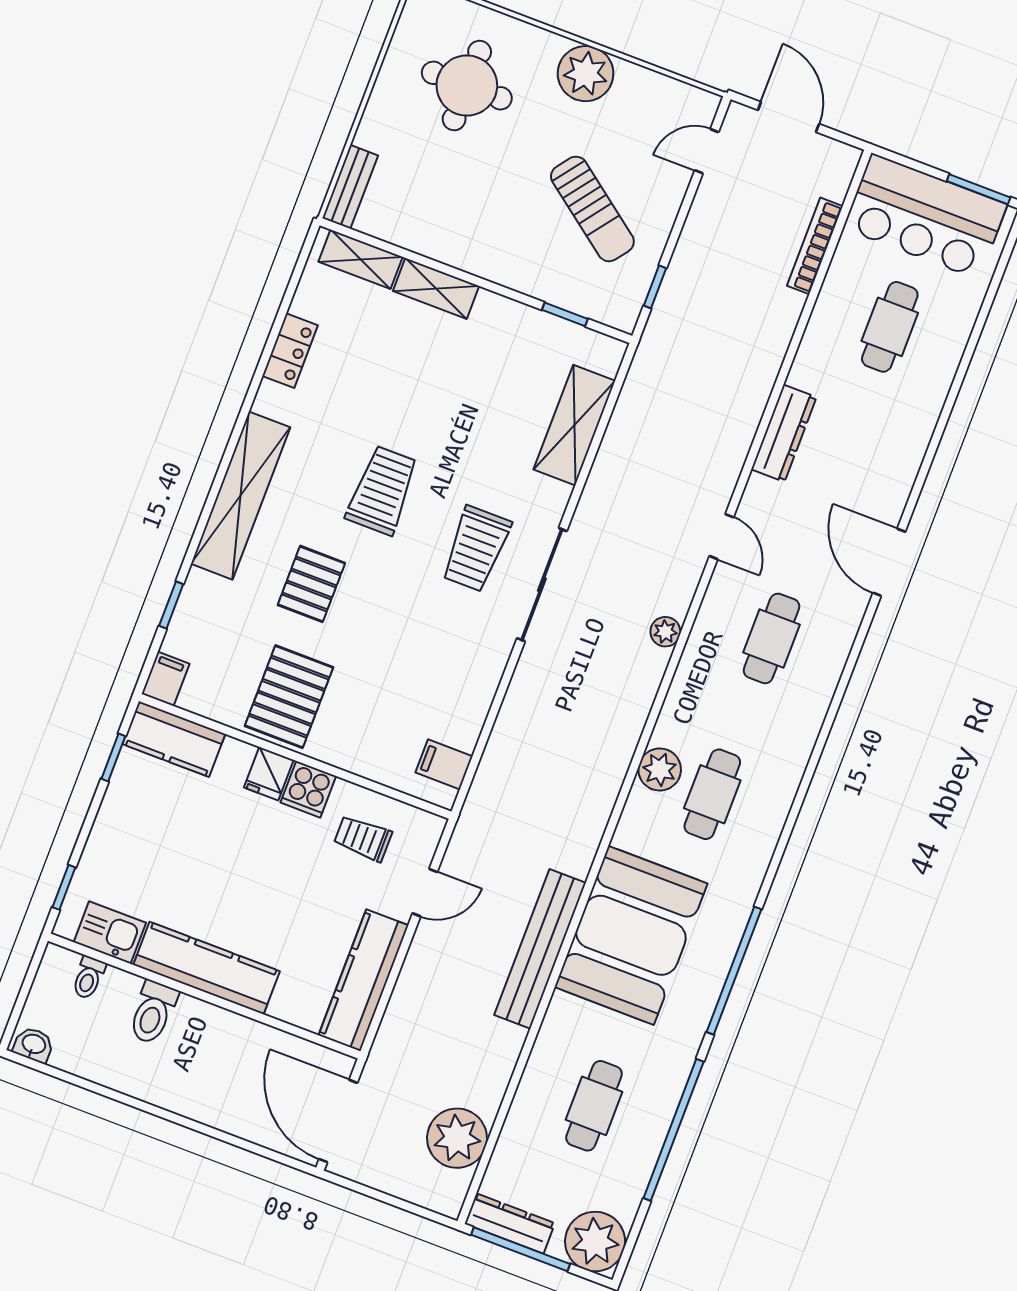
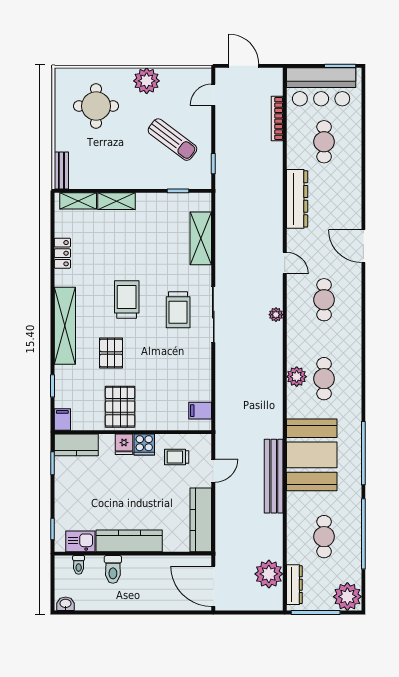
dresser: (784, 433) -> (297, 199), width x1.37, depth x1.24
dresser: (510, 1223) -> (294, 585), moved, turned 90

